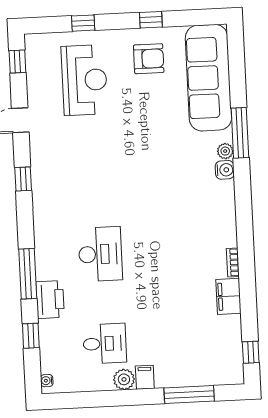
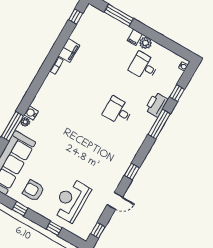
desk: (100, 254) -> (118, 111), width x0.73

